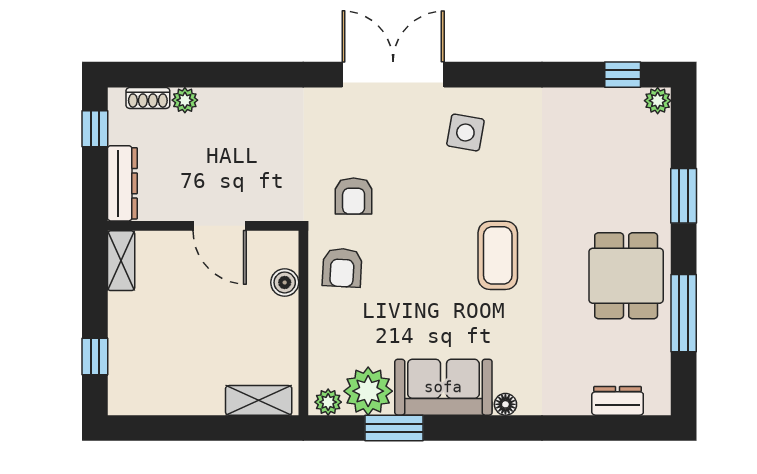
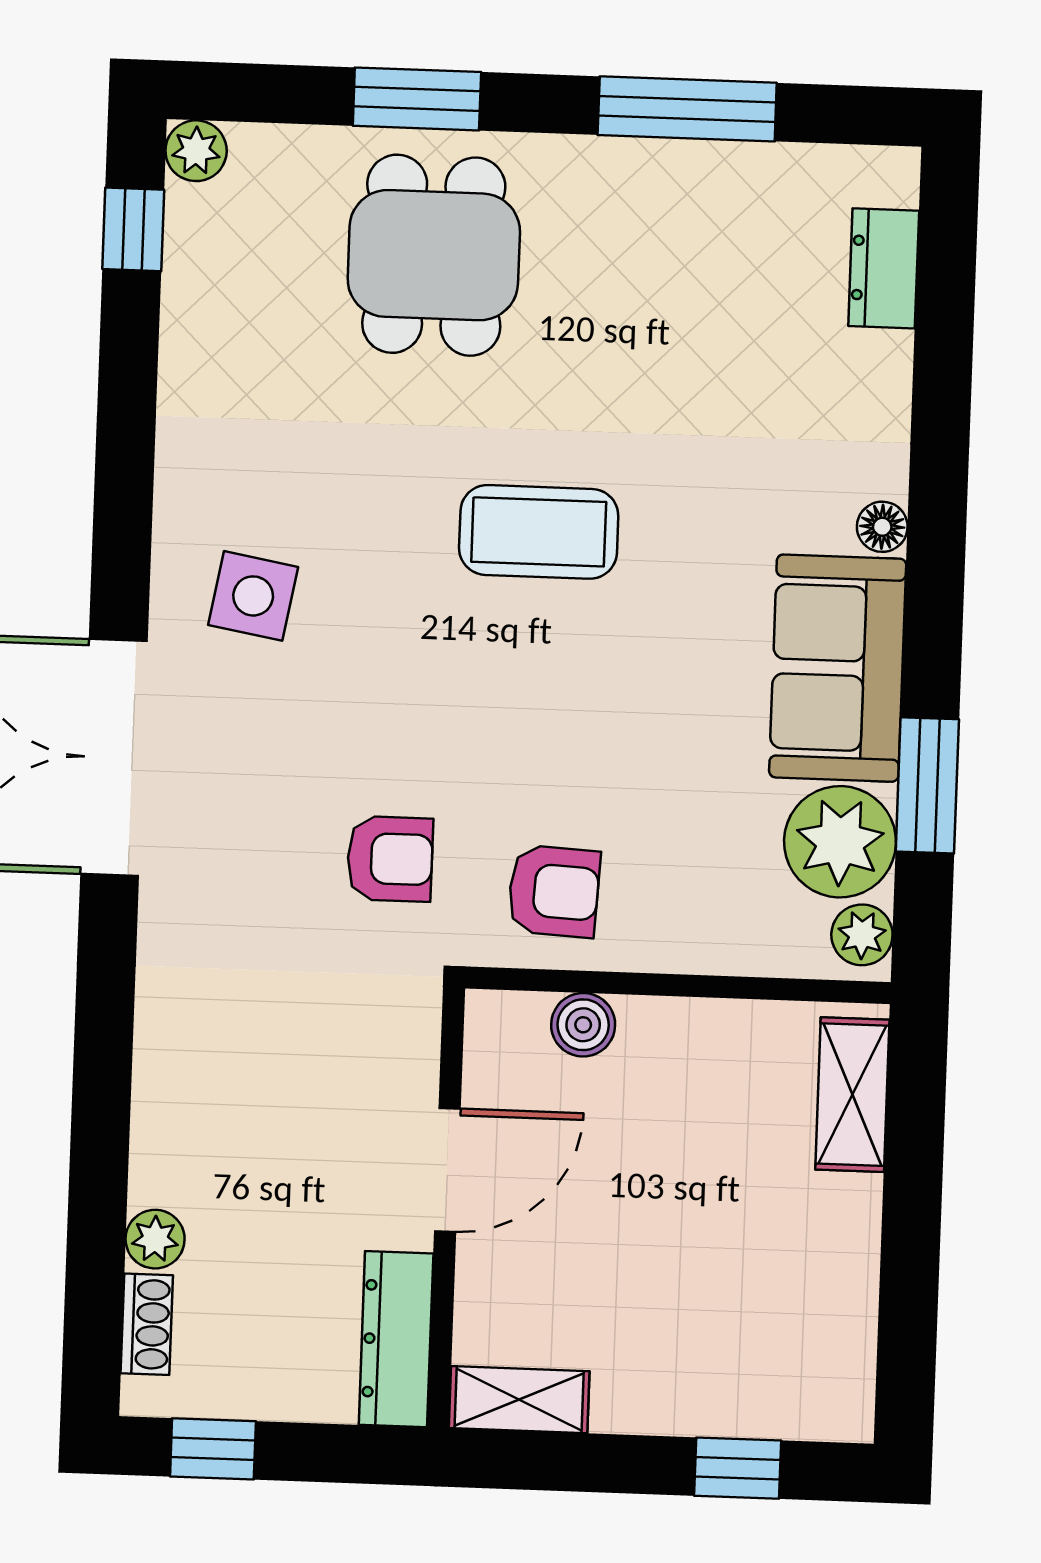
dresser: (122, 183) -> (396, 1339), moved, turned -90
dining table: (626, 276) -> (434, 255), moved, turned 90

